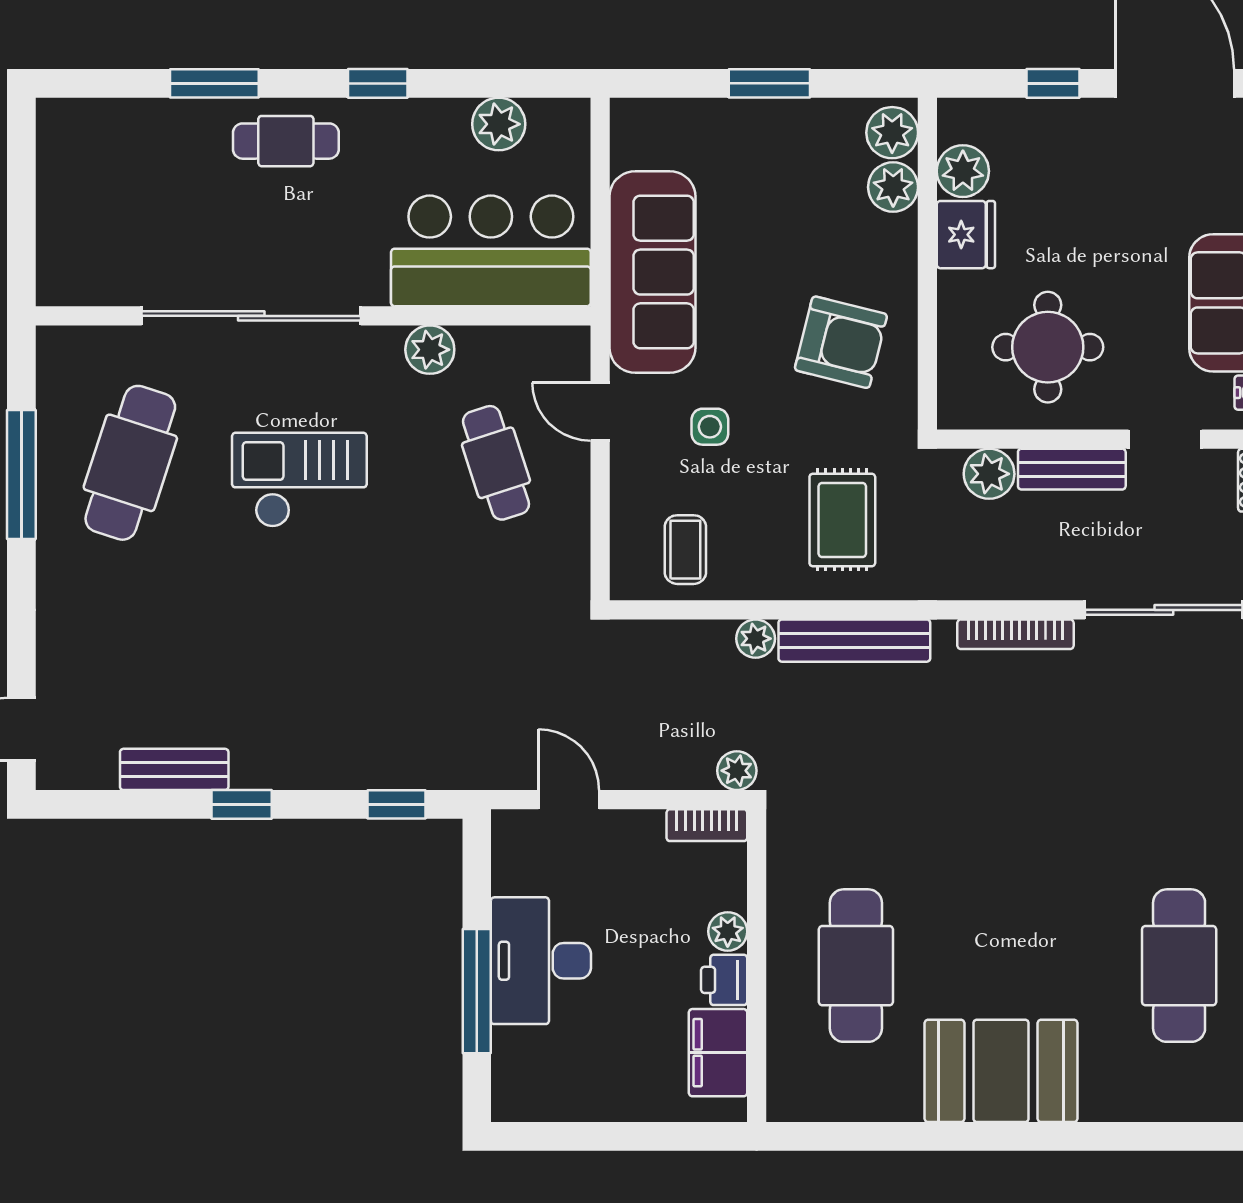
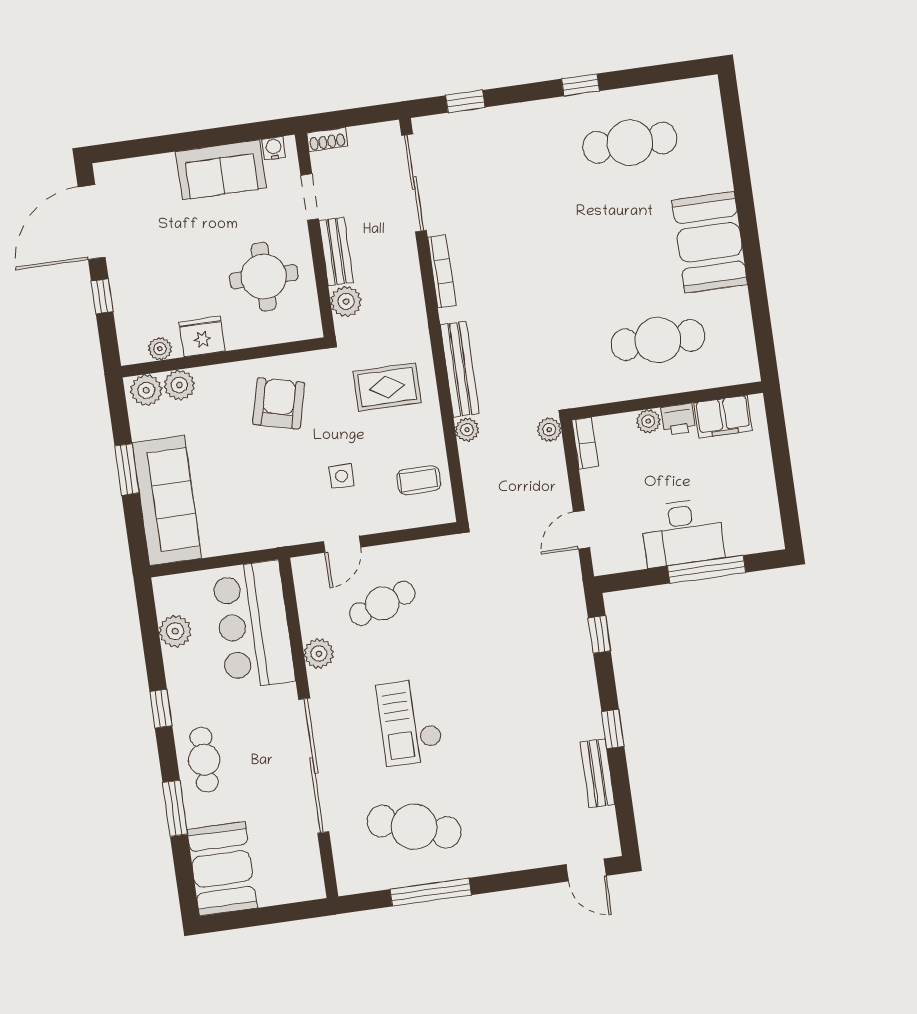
booth: (106, 145) -> (222, 869), added
plant: (963, 171) -> (160, 349), width x0.73, depth x0.73
sofa: (652, 272) -> (167, 500), moved, turned 90

